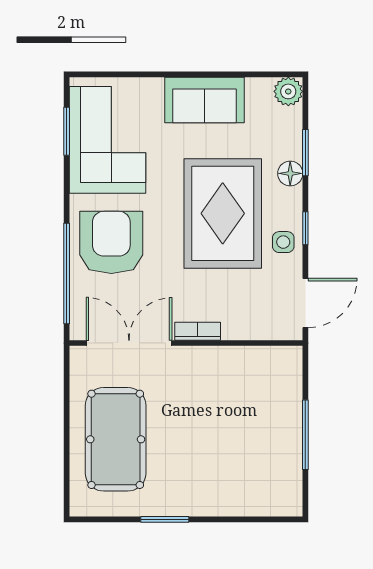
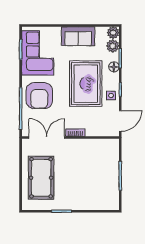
plant: (287, 123) -> (113, 46), added
armchair: (111, 242) -> (39, 96), turned 180

